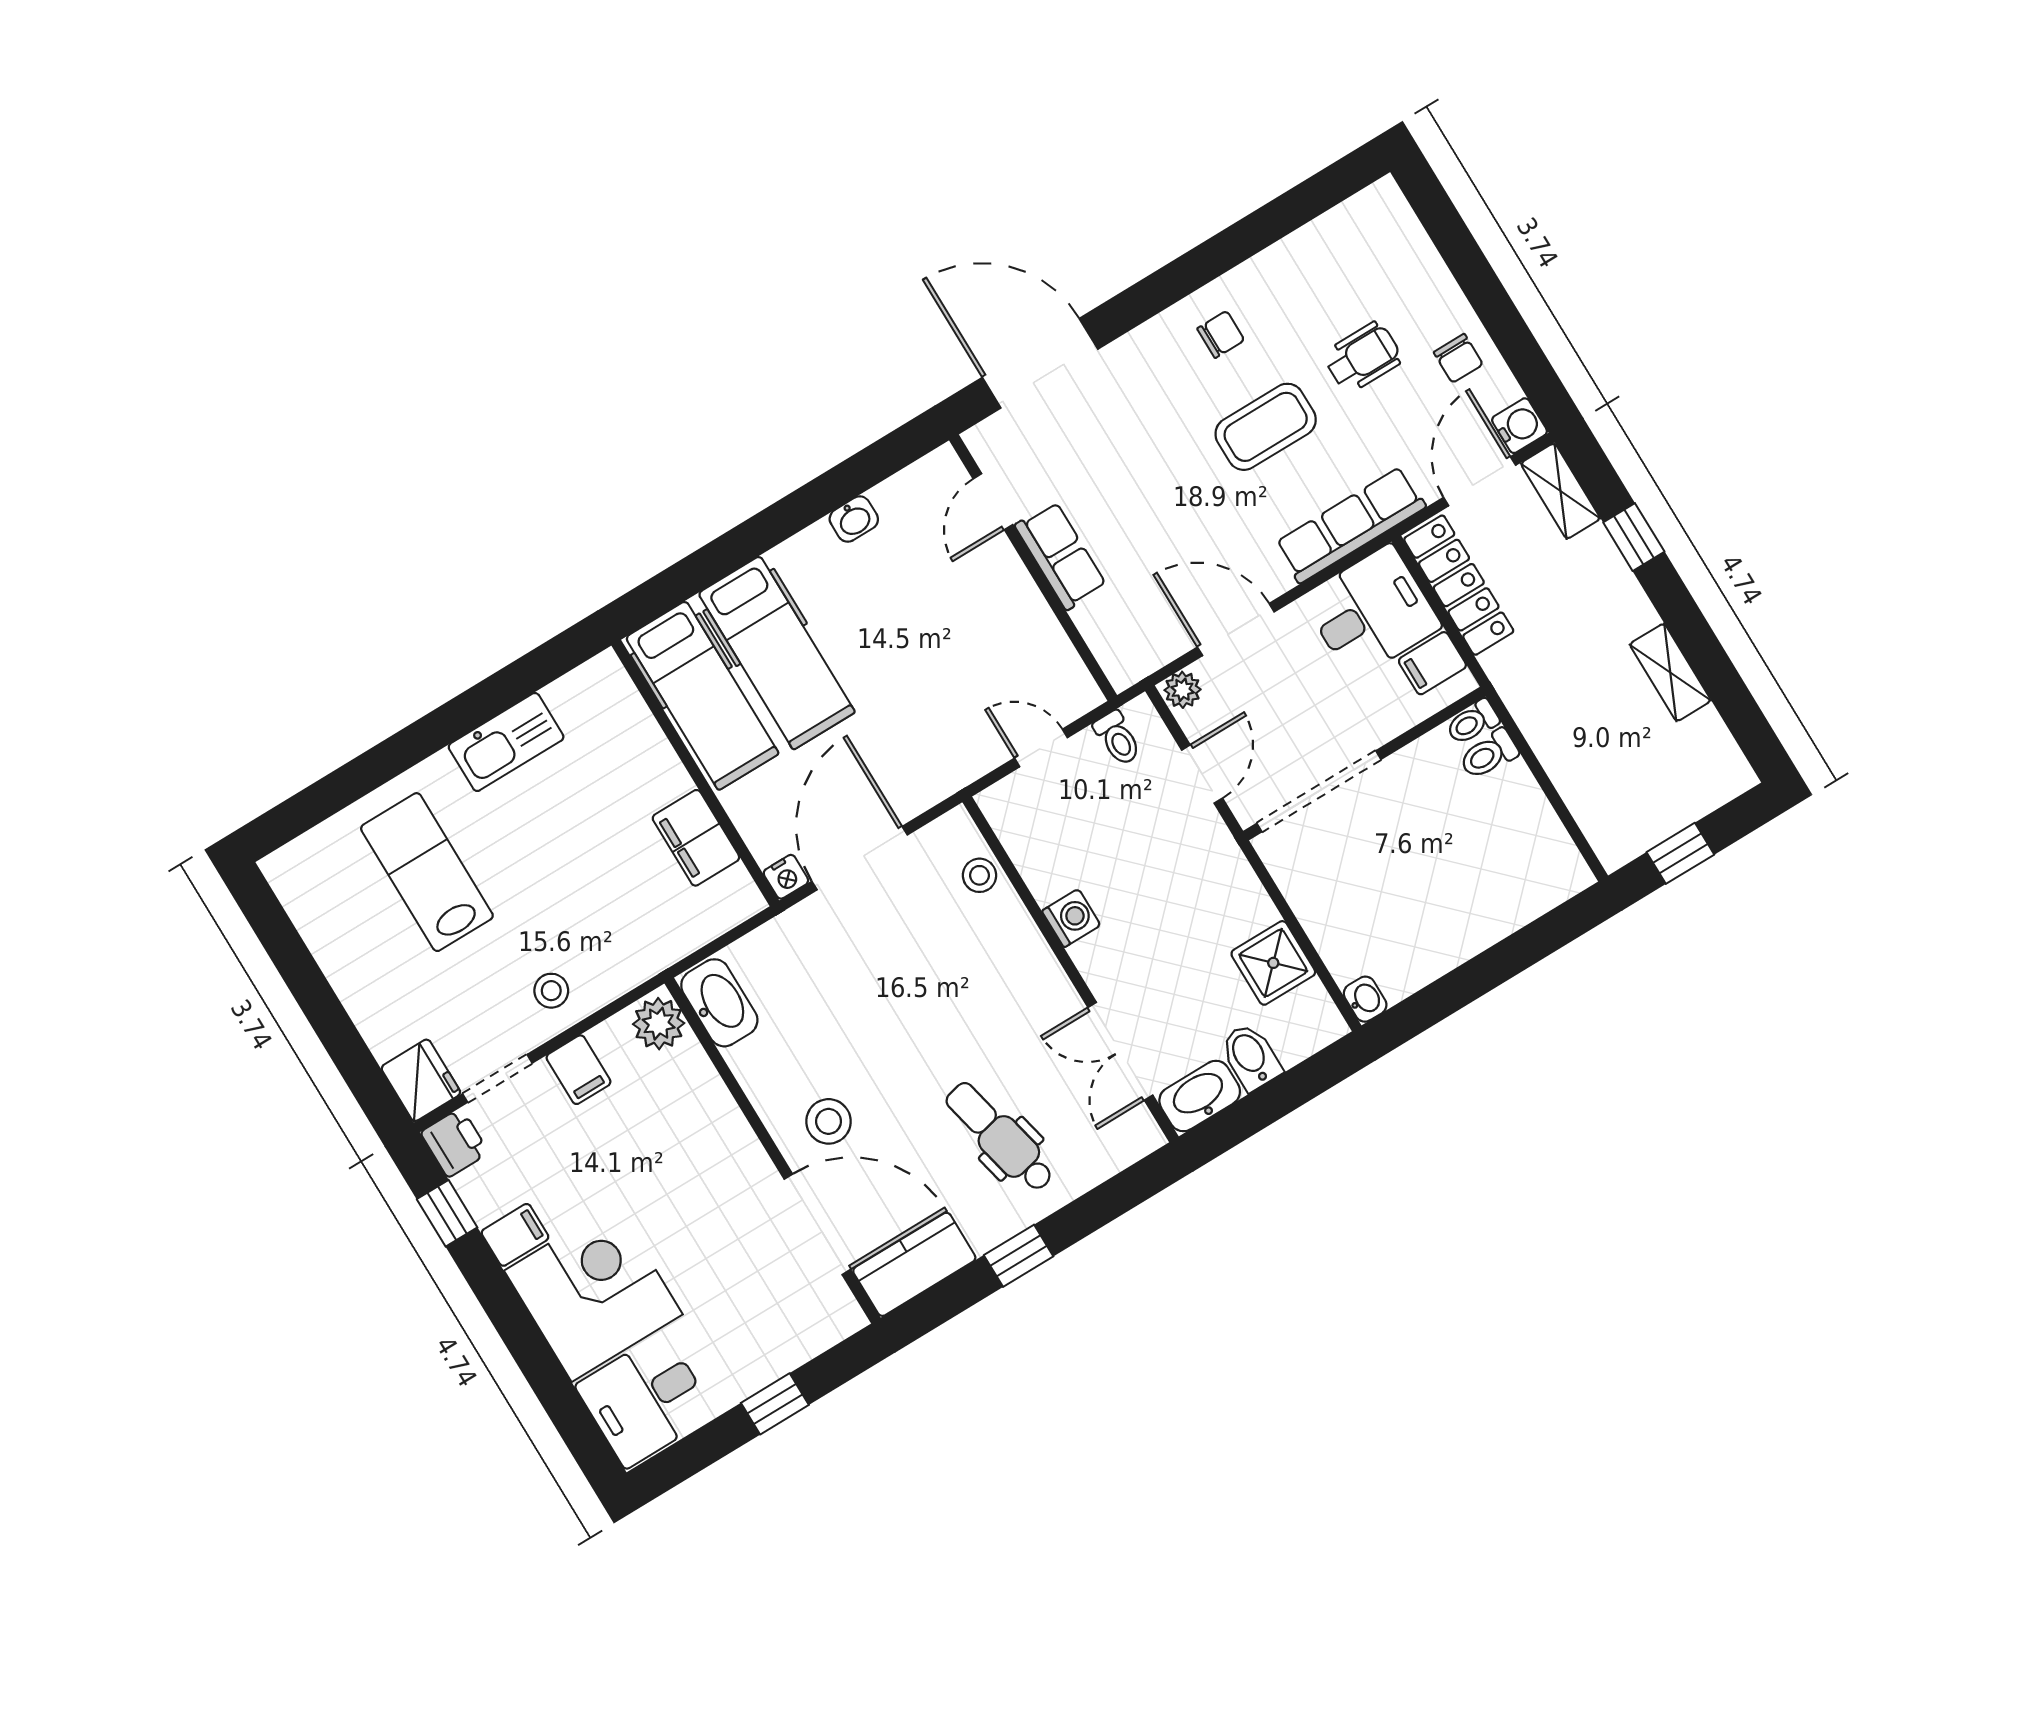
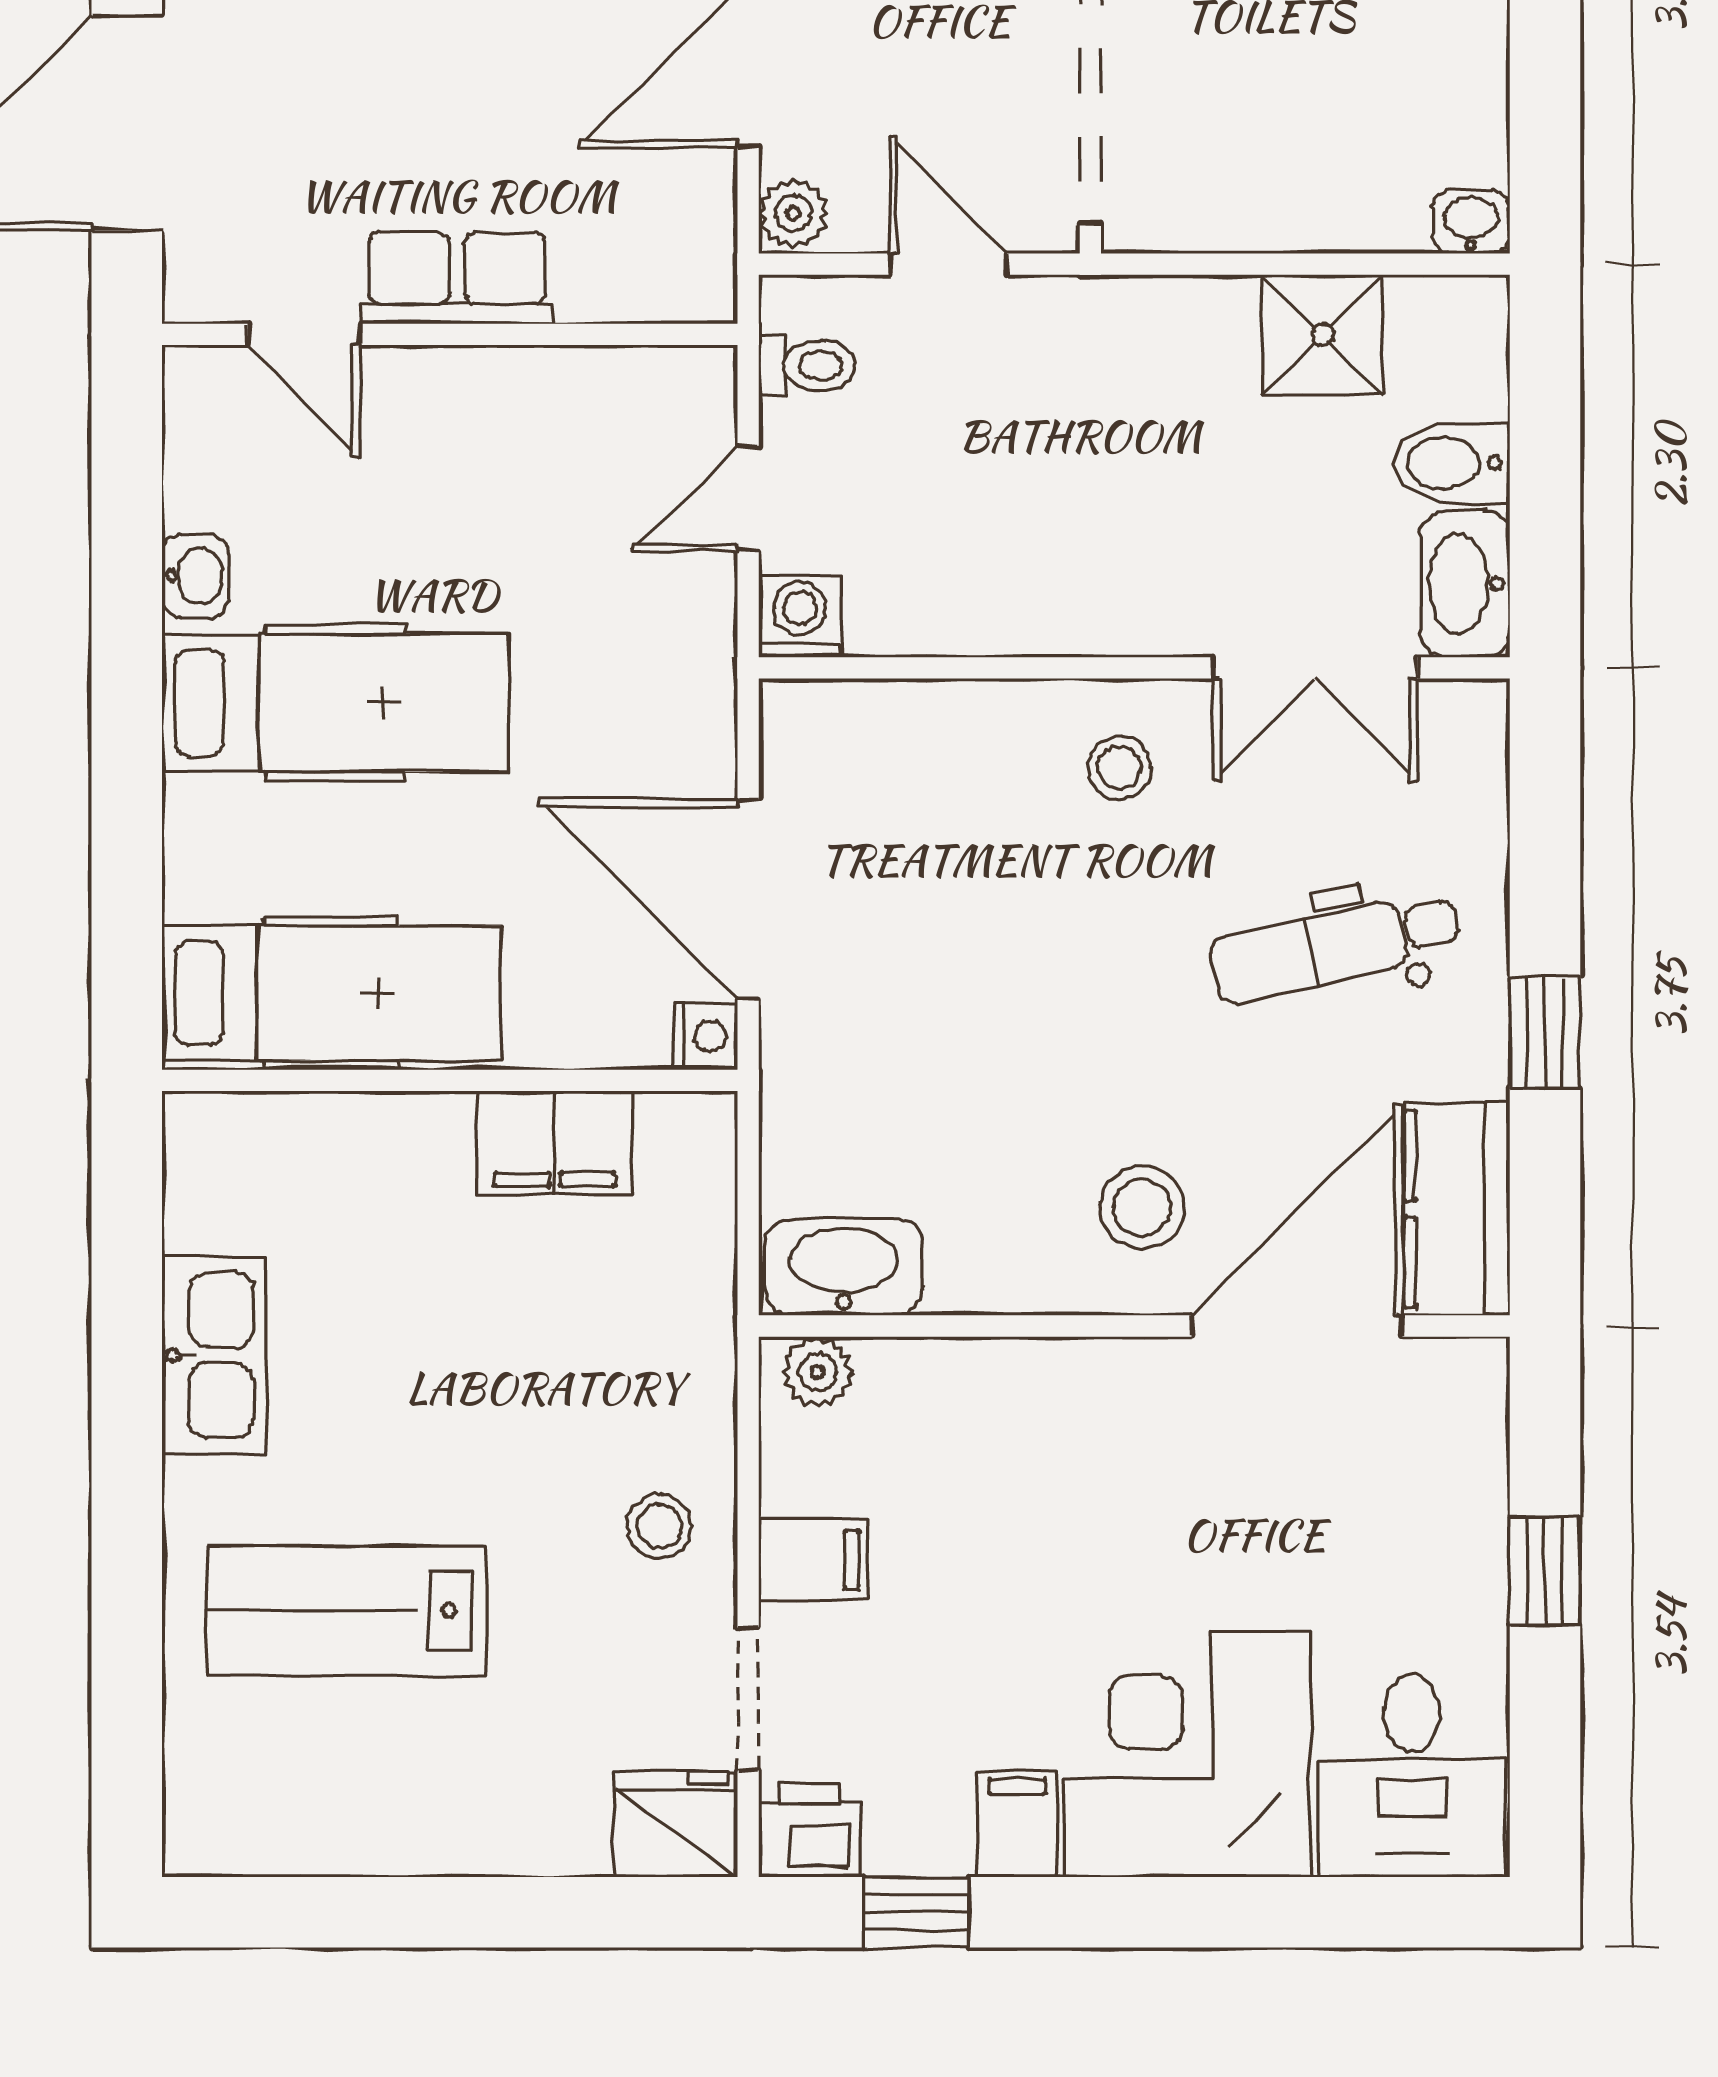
hospital bed: (777, 653) -> (335, 703), moved
stool: (979, 875) -> (1119, 767), moved
washing machine: (1071, 918) -> (799, 616), moved
plant: (659, 1024) -> (818, 1372), width x0.73, depth x0.73

